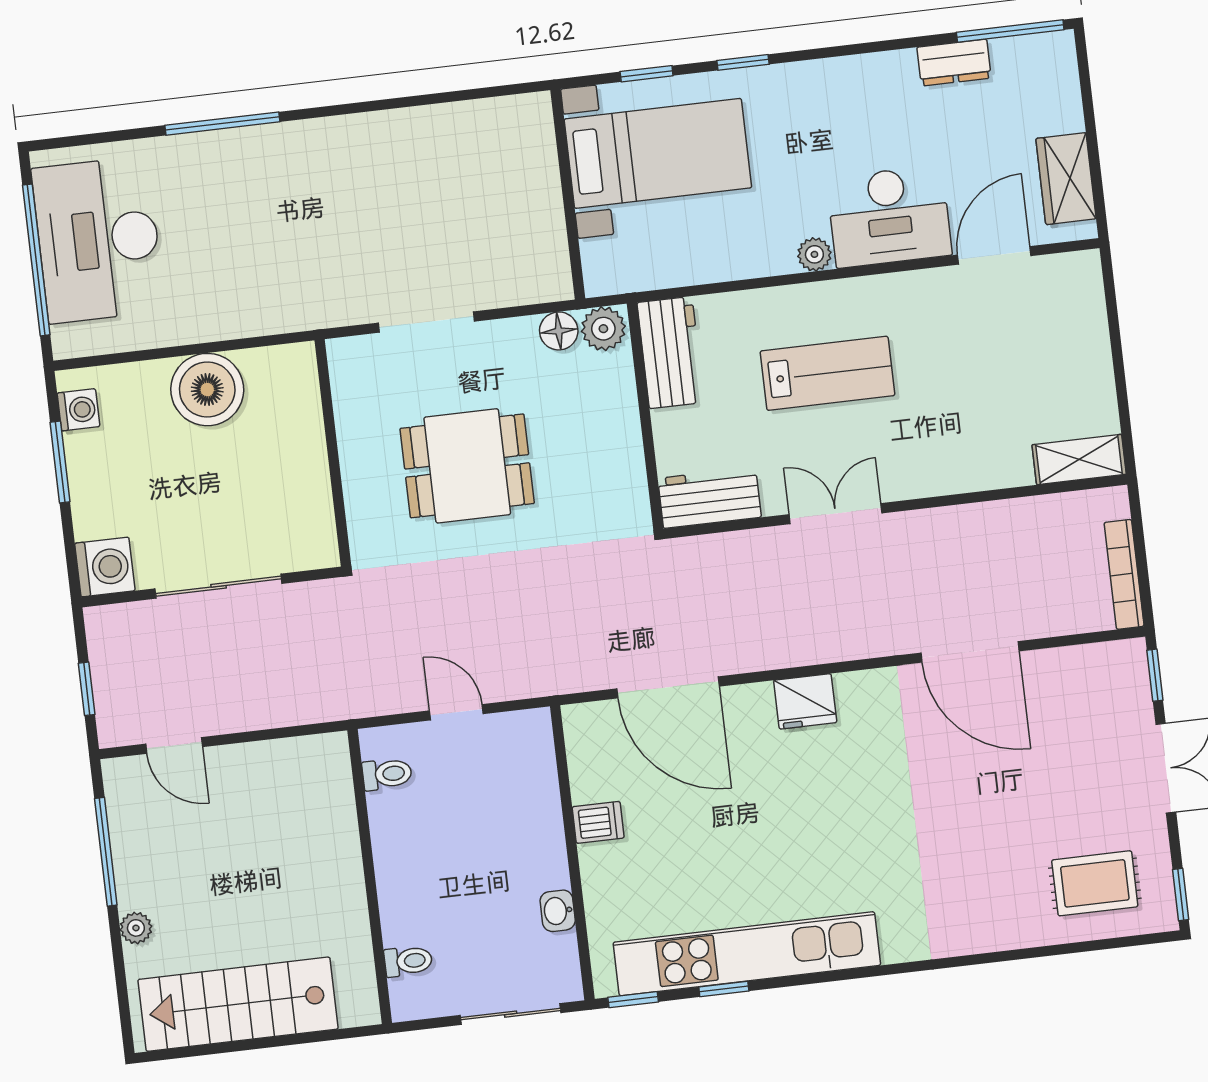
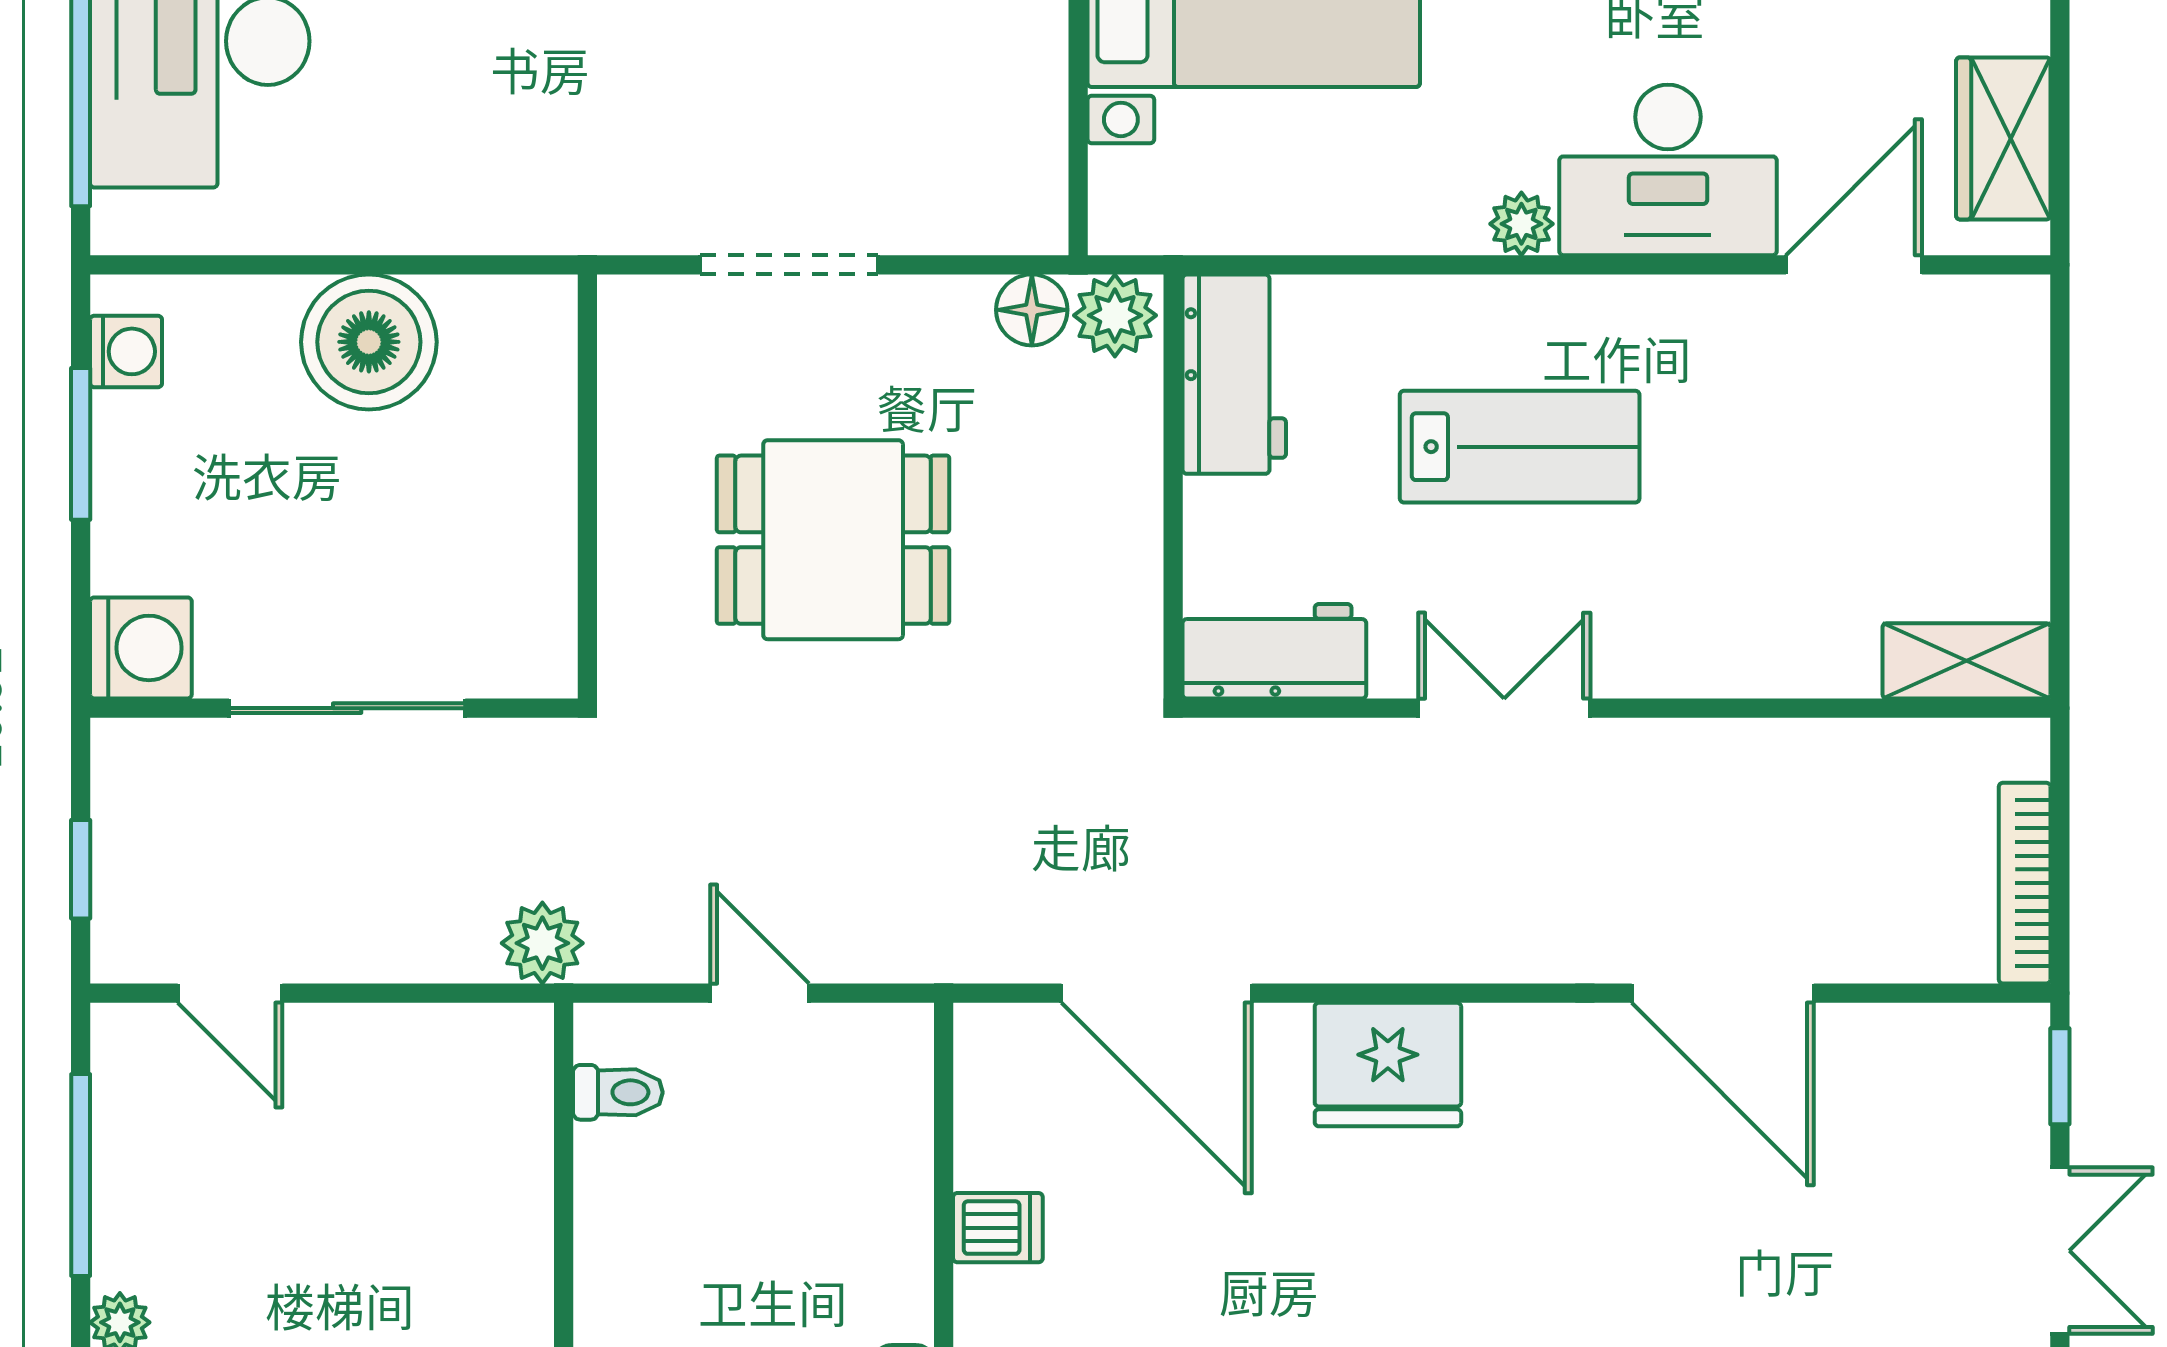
plant: (337, 699) -> (542, 943), added
fridge: (805, 701) -> (1388, 1065), width x1.36, depth x1.34

